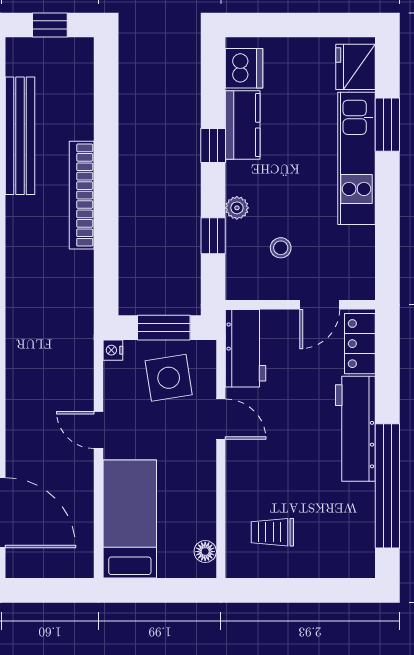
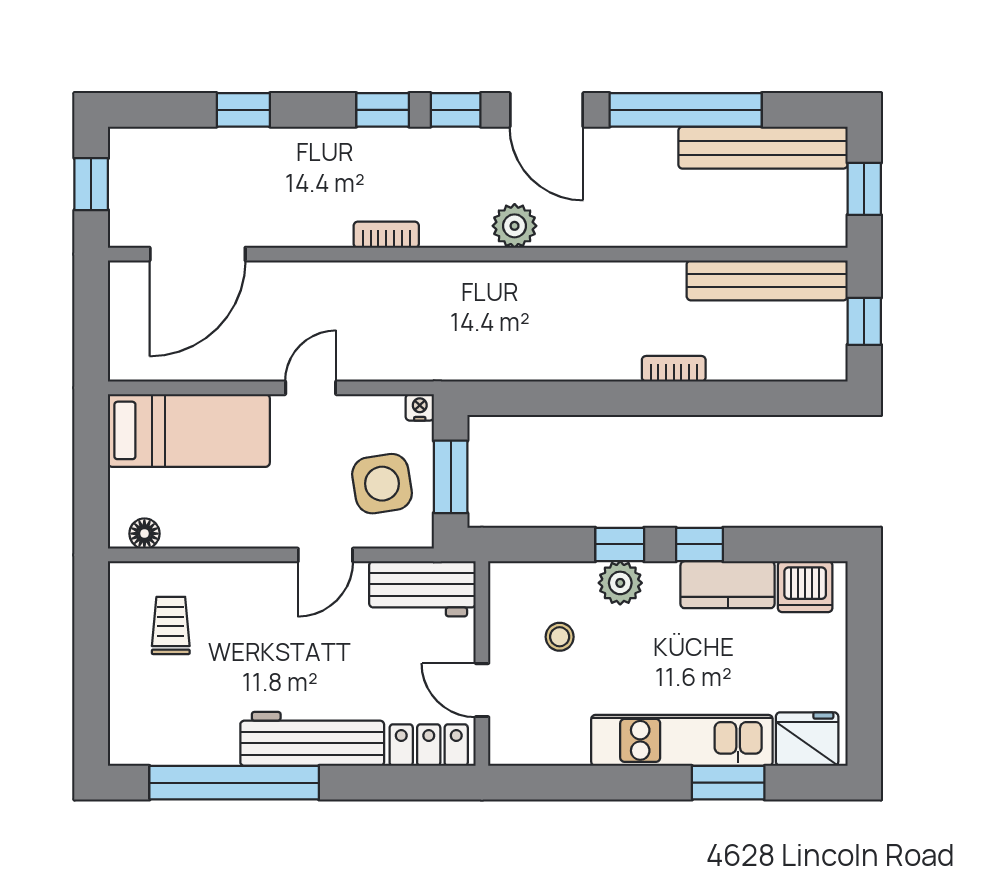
bench: (20, 136) -> (767, 280), moved
bookcase: (82, 195) -> (674, 369), width x0.43, depth x0.76
plant: (237, 208) -> (620, 583), width x1.38, depth x1.38
window: (213, 236) -> (620, 544), moved

